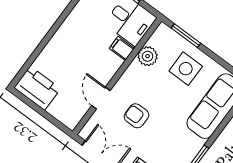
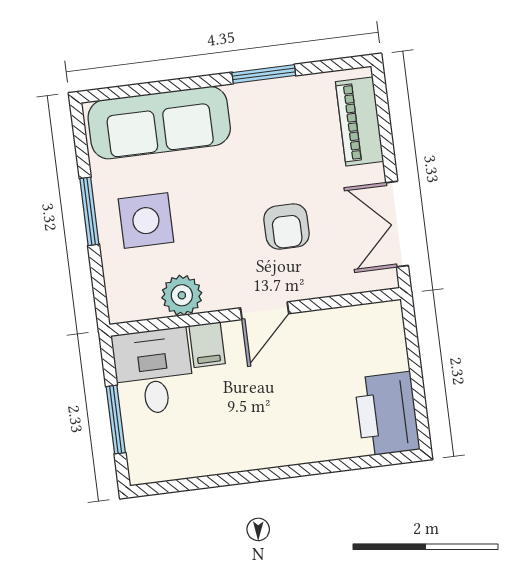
window: (186, 36) -> (89, 211), moved
door: (101, 98) -> (265, 311), moved

